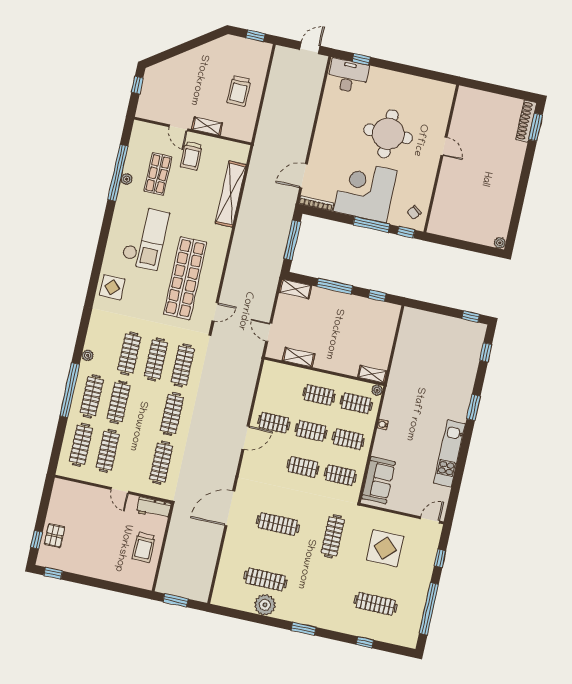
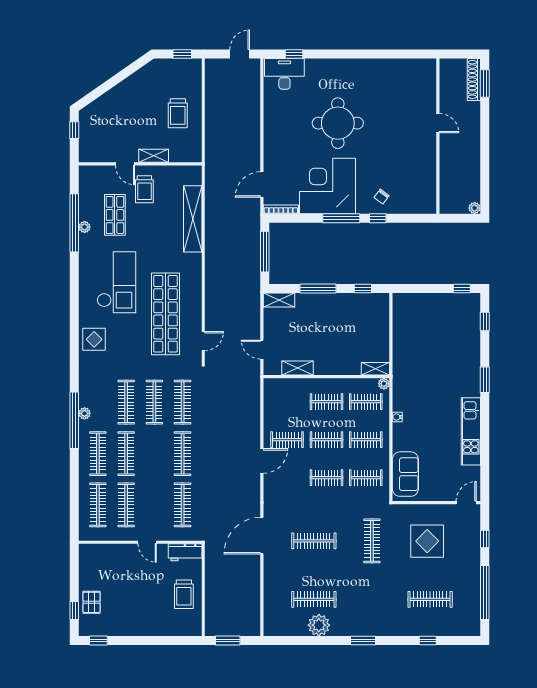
door: (444, 146) -> (438, 123), moved
wall: (441, 158) -> (438, 136), moved
window: (70, 390) -> (74, 420), moved

